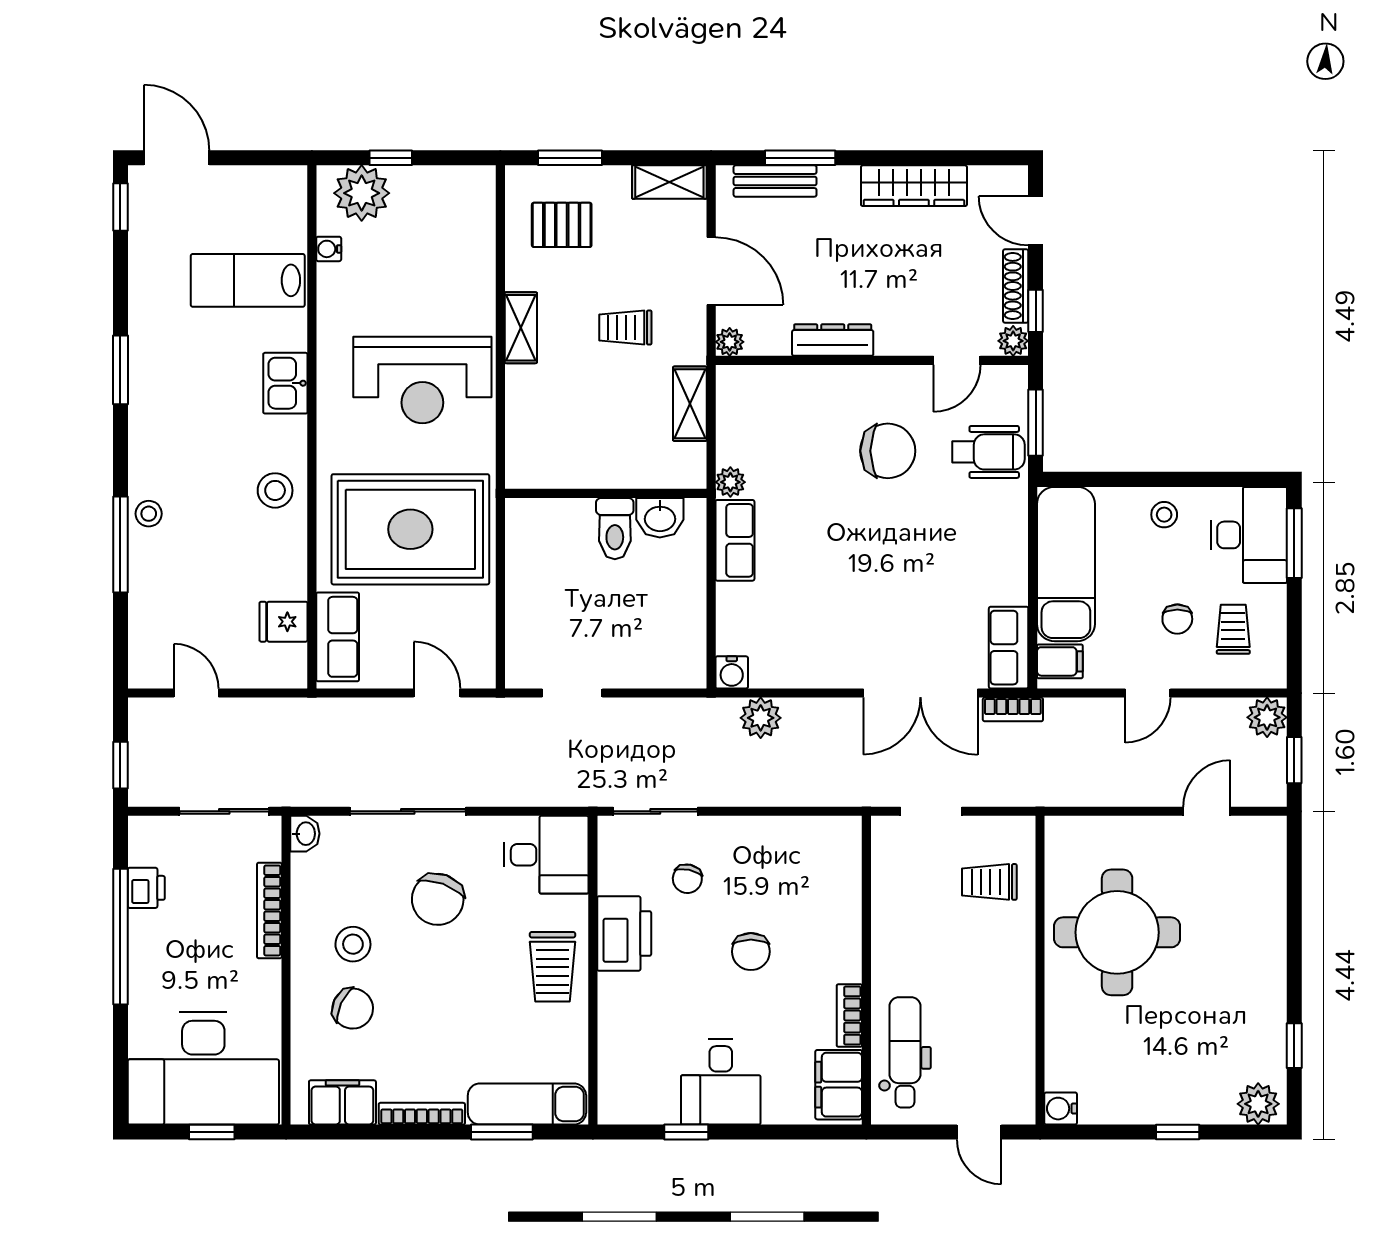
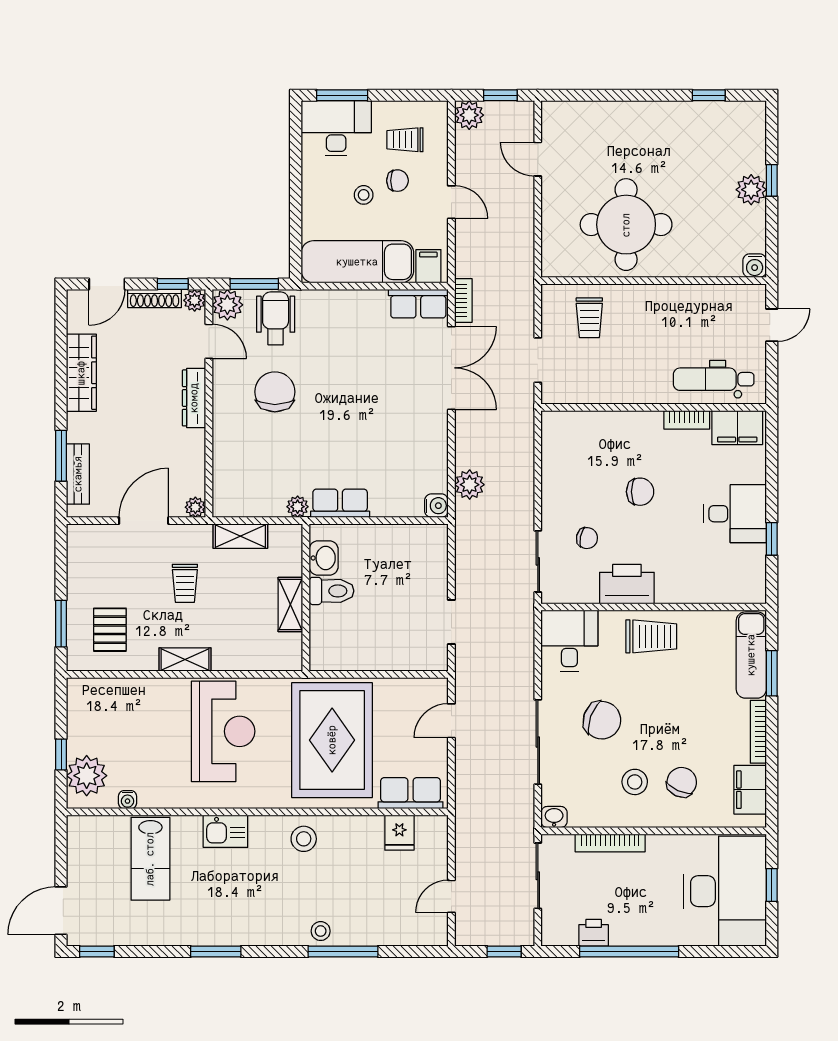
shelving: (669, 182) -> (290, 604), moved
dresser: (833, 340) -> (194, 398), moved
plant: (1007, 386) -> (227, 305), added
stool: (1164, 515) -> (364, 195), moved
plant: (1258, 1104) -> (751, 190), moved

